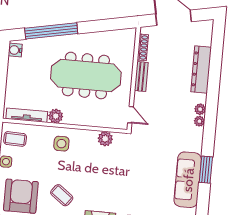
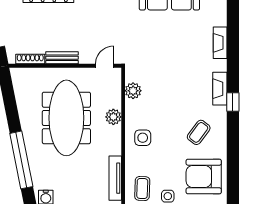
plant: (56, 116) -> (113, 117), moved

